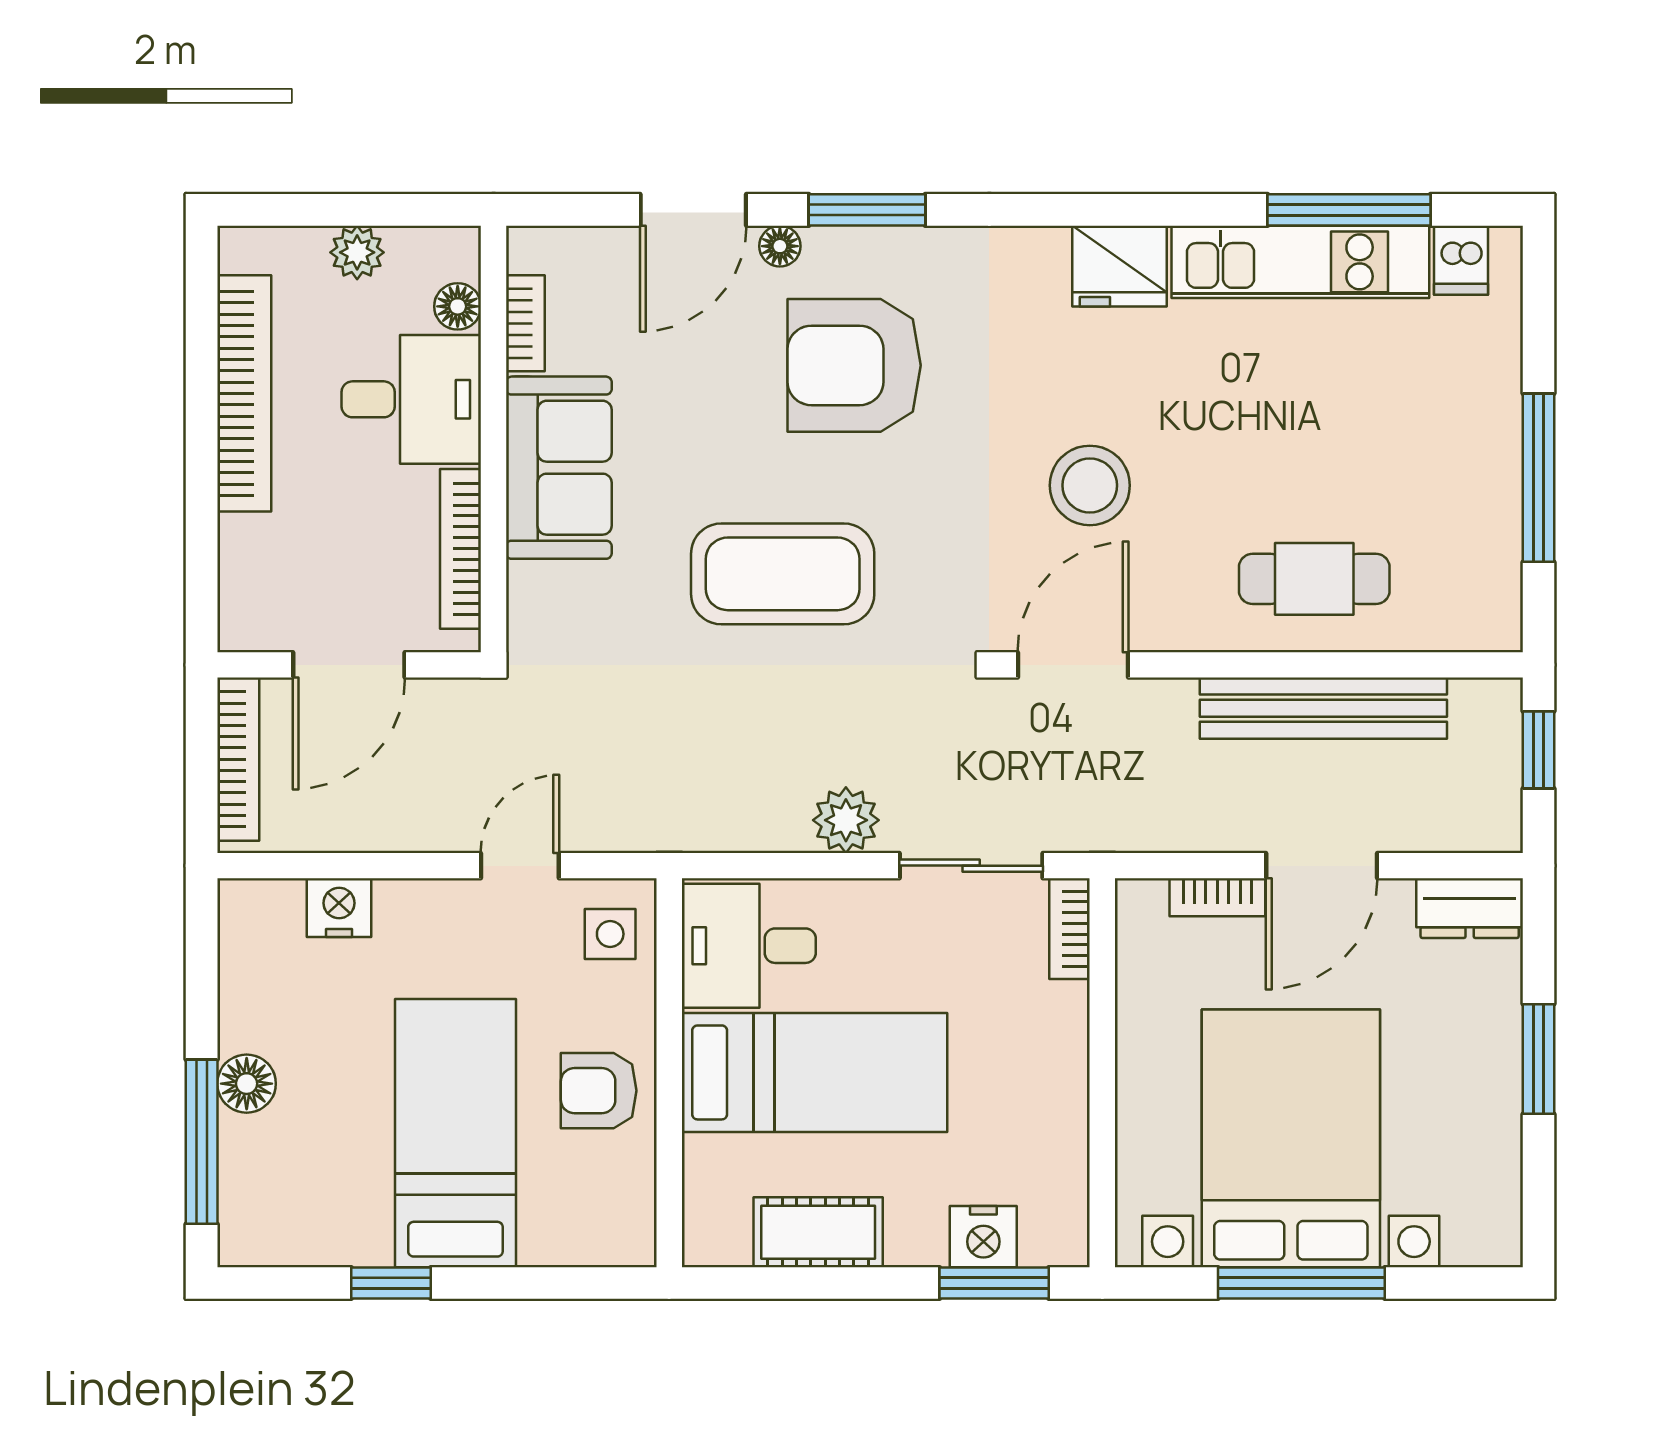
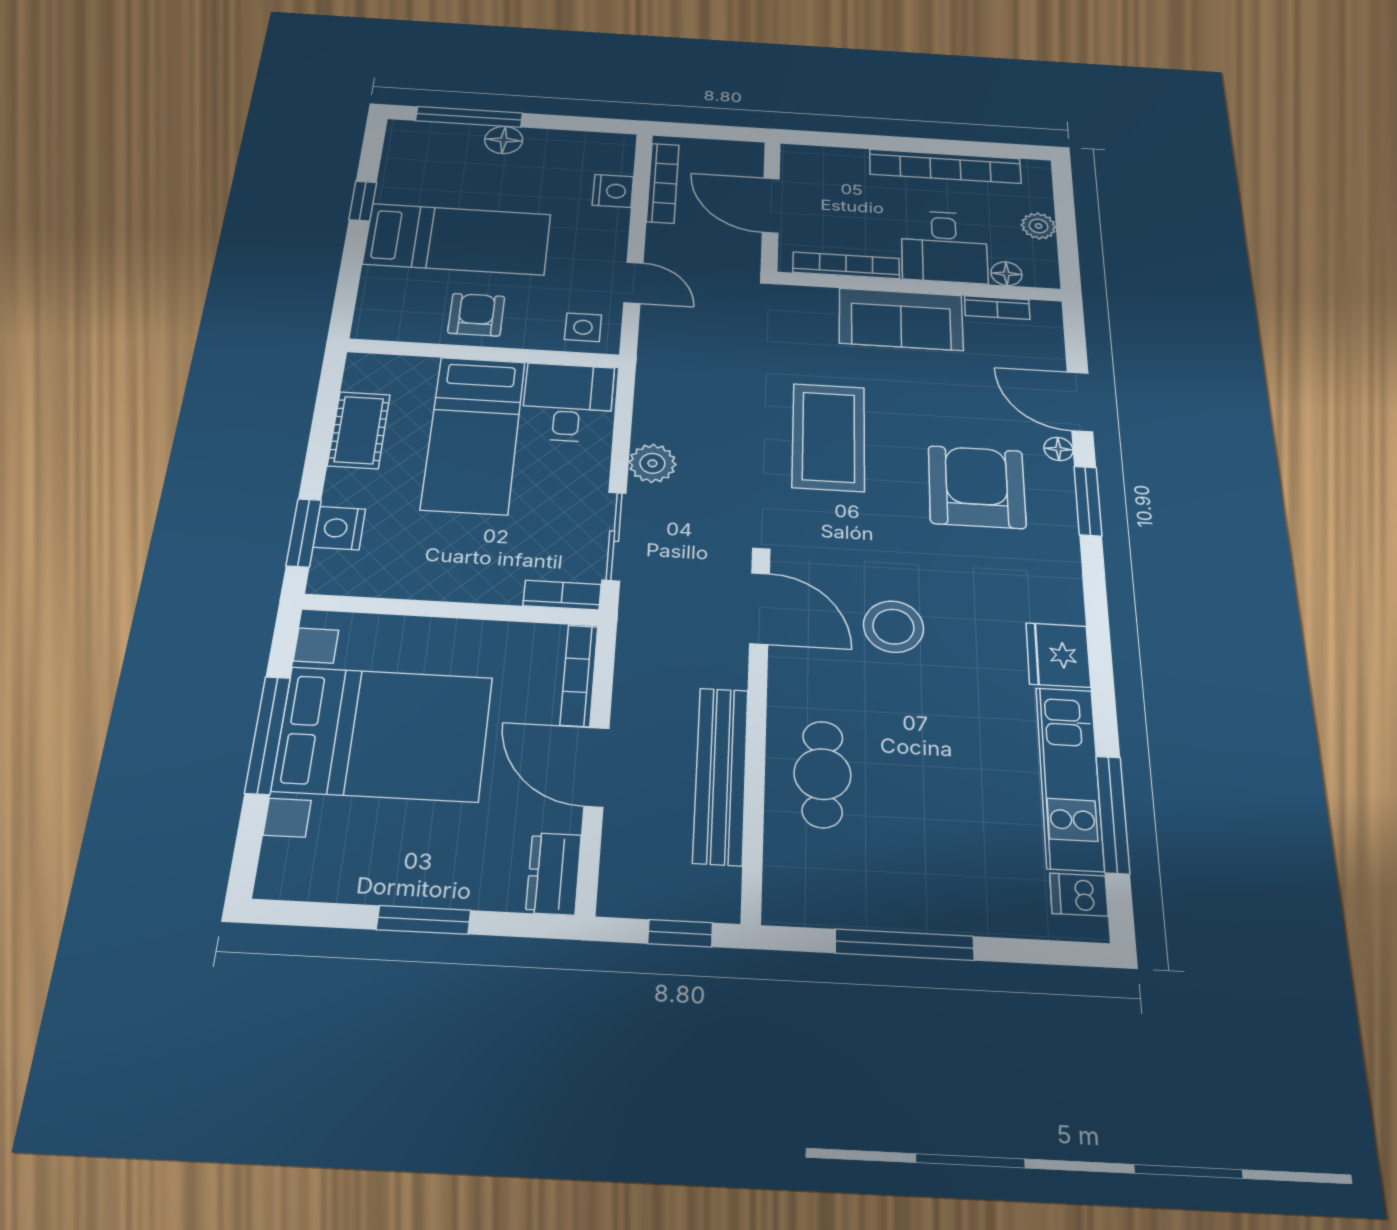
bookcase: (238, 759) -> (663, 183), moved, turned -90
bookcase: (1217, 897) -> (579, 675), width x1.56

